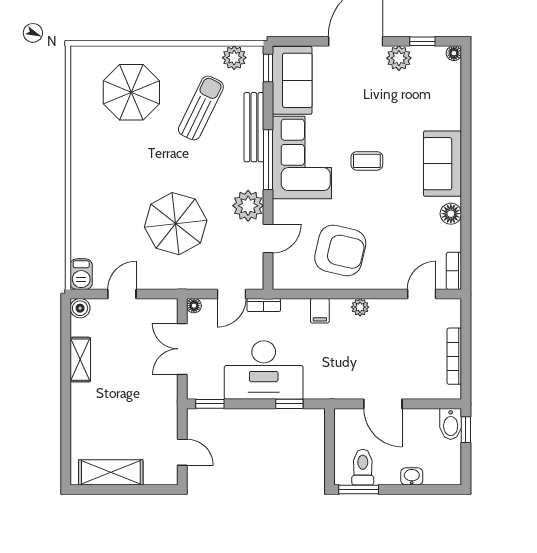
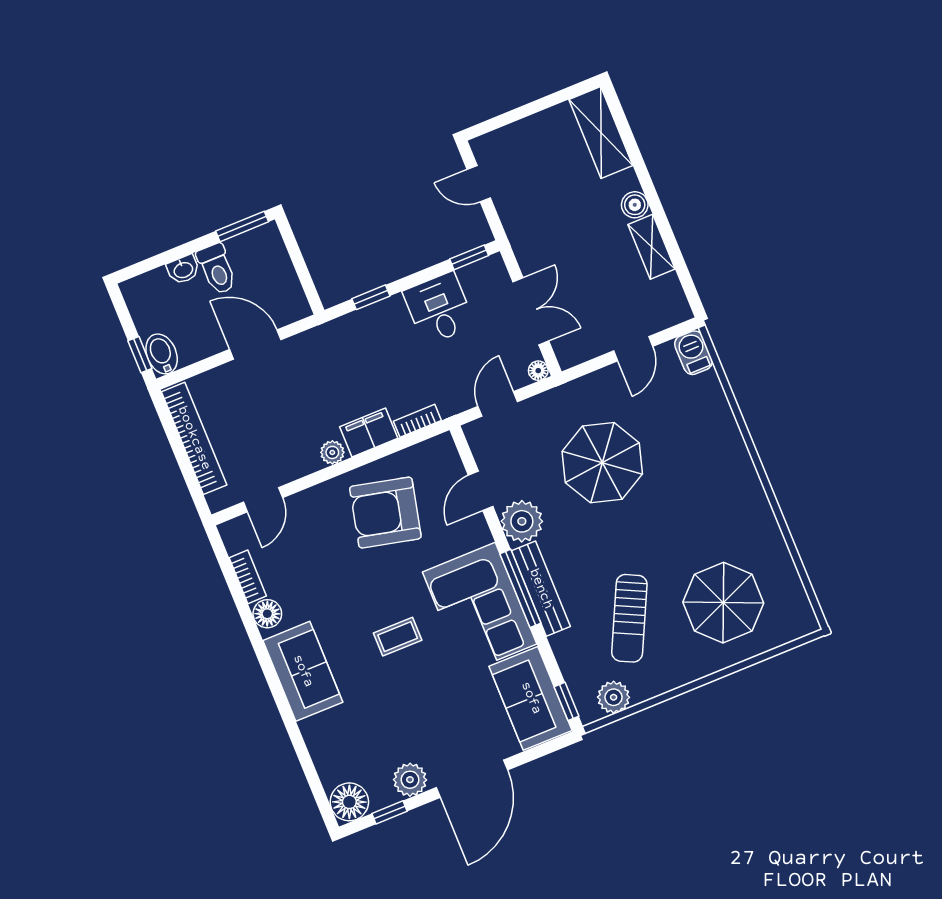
floor lamp: (454, 53) -> (349, 802), width x1.89, depth x1.89
bench: (254, 127) -> (541, 589), moved
bookcase: (454, 271) -> (248, 577), moved
bookcase: (264, 305) -> (417, 421), moved
boiler: (80, 308) -> (635, 205), moved
filing cabinet: (320, 311) -> (369, 432), width x2.00
bookcase: (454, 356) -> (194, 438), width x1.48, depth x1.31
desk: (264, 370) -> (439, 309), width x0.53, depth x0.77
toilet: (363, 467) -> (217, 269), moved
shelving: (111, 472) -> (601, 133), moved, turned 90

